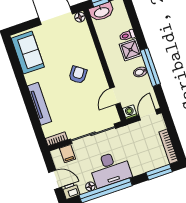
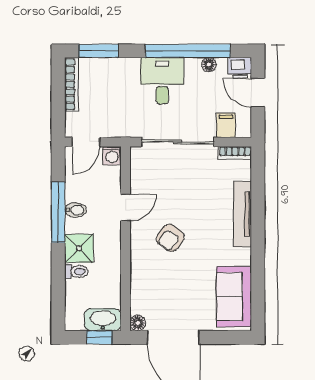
door: (115, 96) -> (126, 208), moved
desk: (110, 169) -> (162, 81), width x0.73

